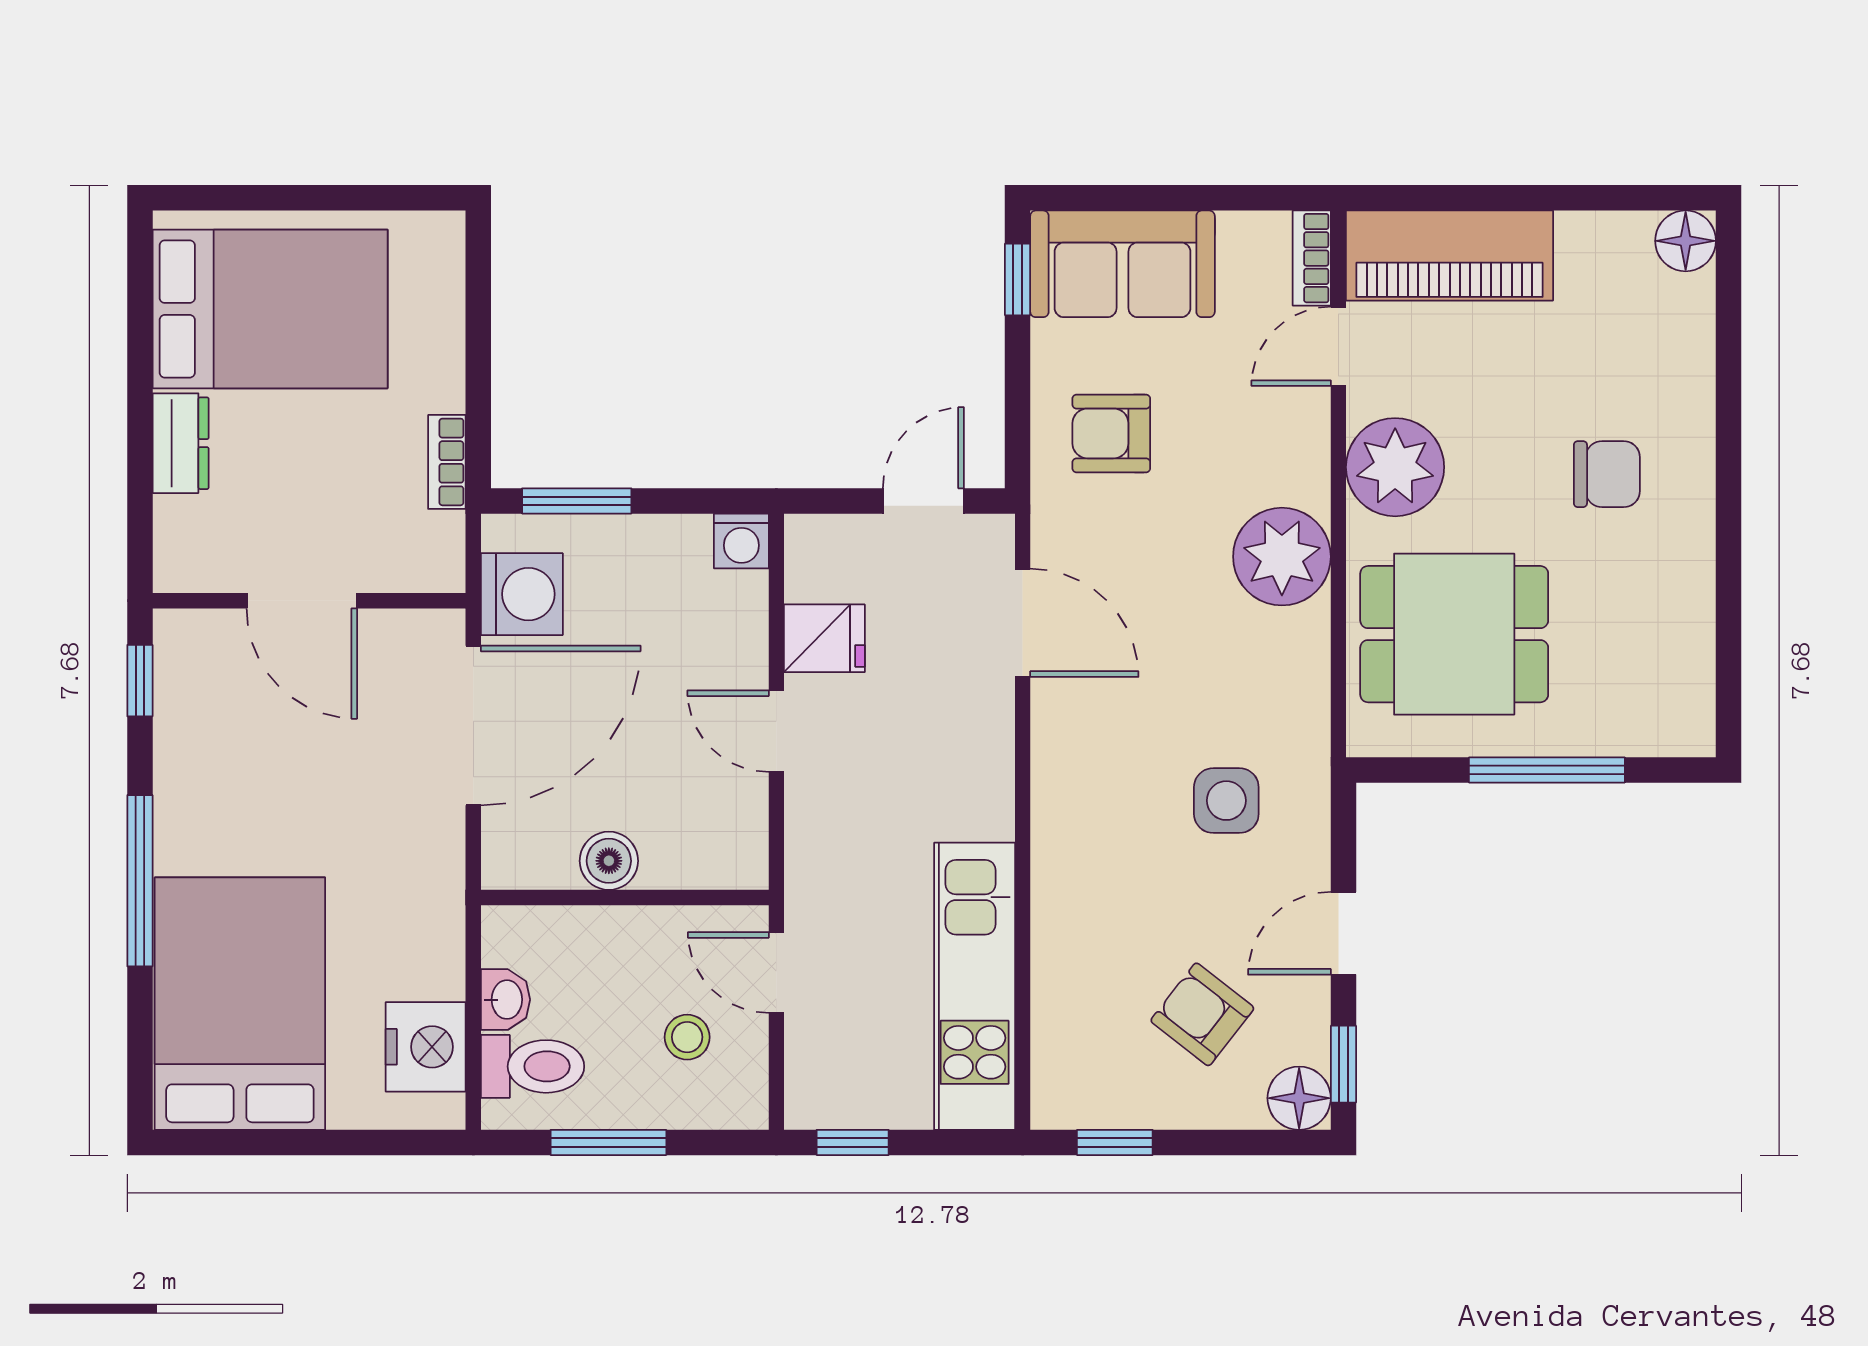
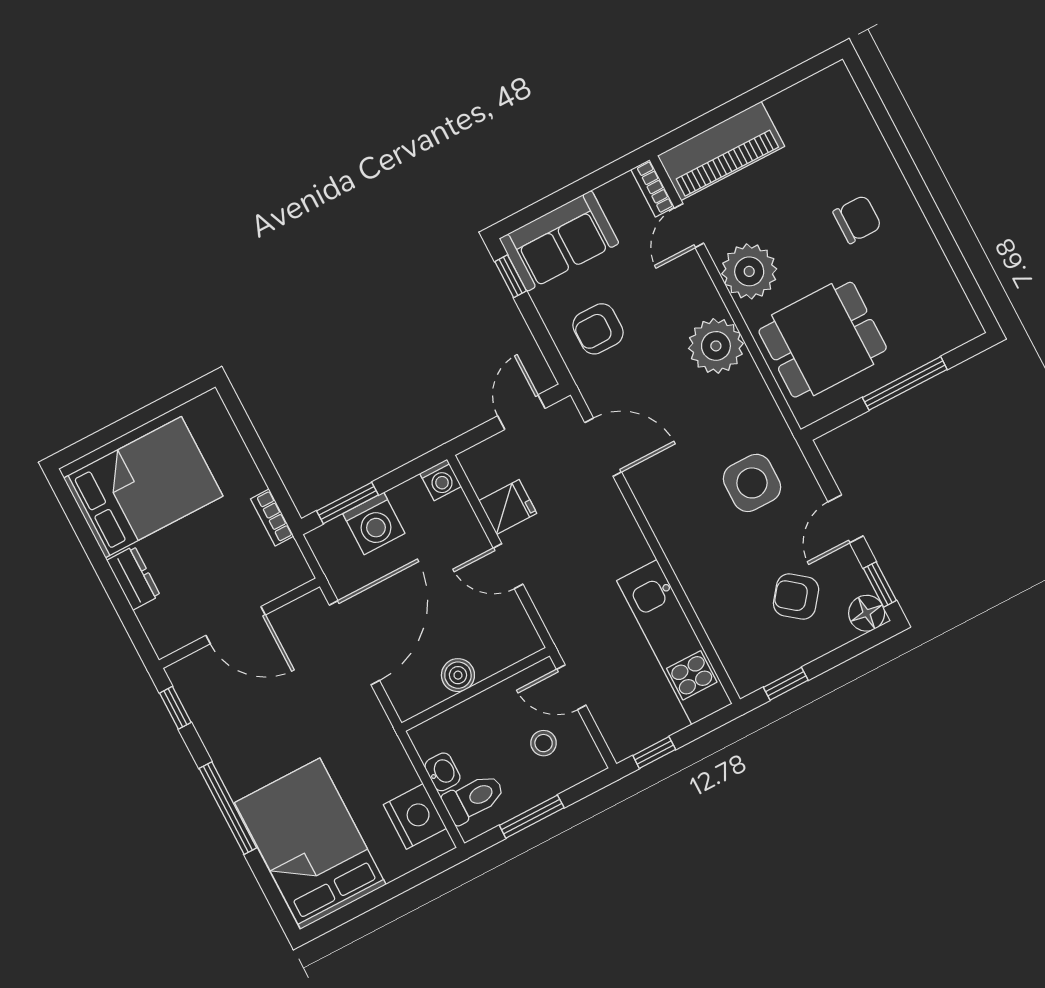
floor lamp: (1686, 241) -> (836, 82), removed
washing machine: (522, 594) -> (374, 523), moved, turned 90
side table: (1226, 801) -> (752, 483), width x1.37, depth x1.37

